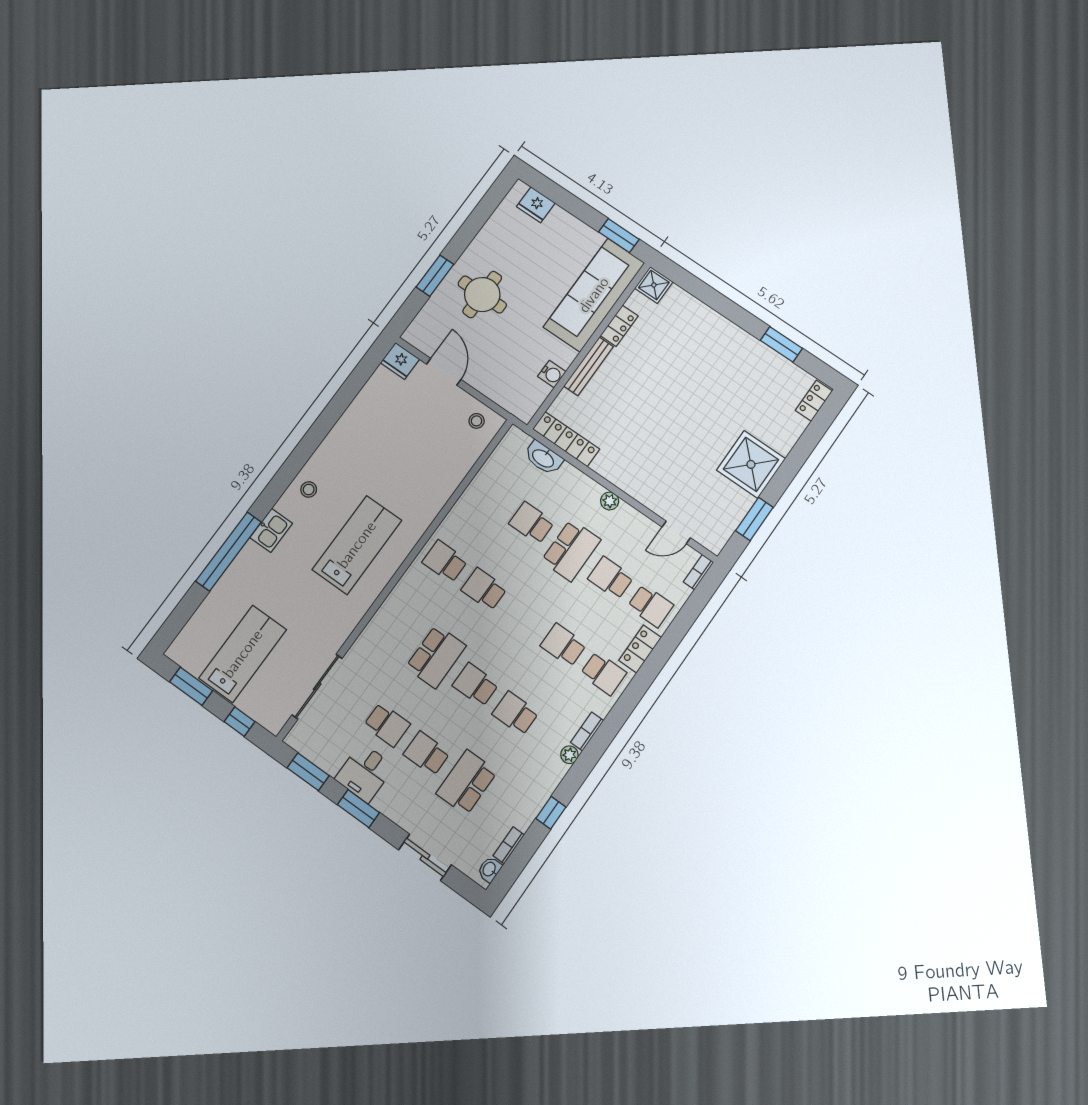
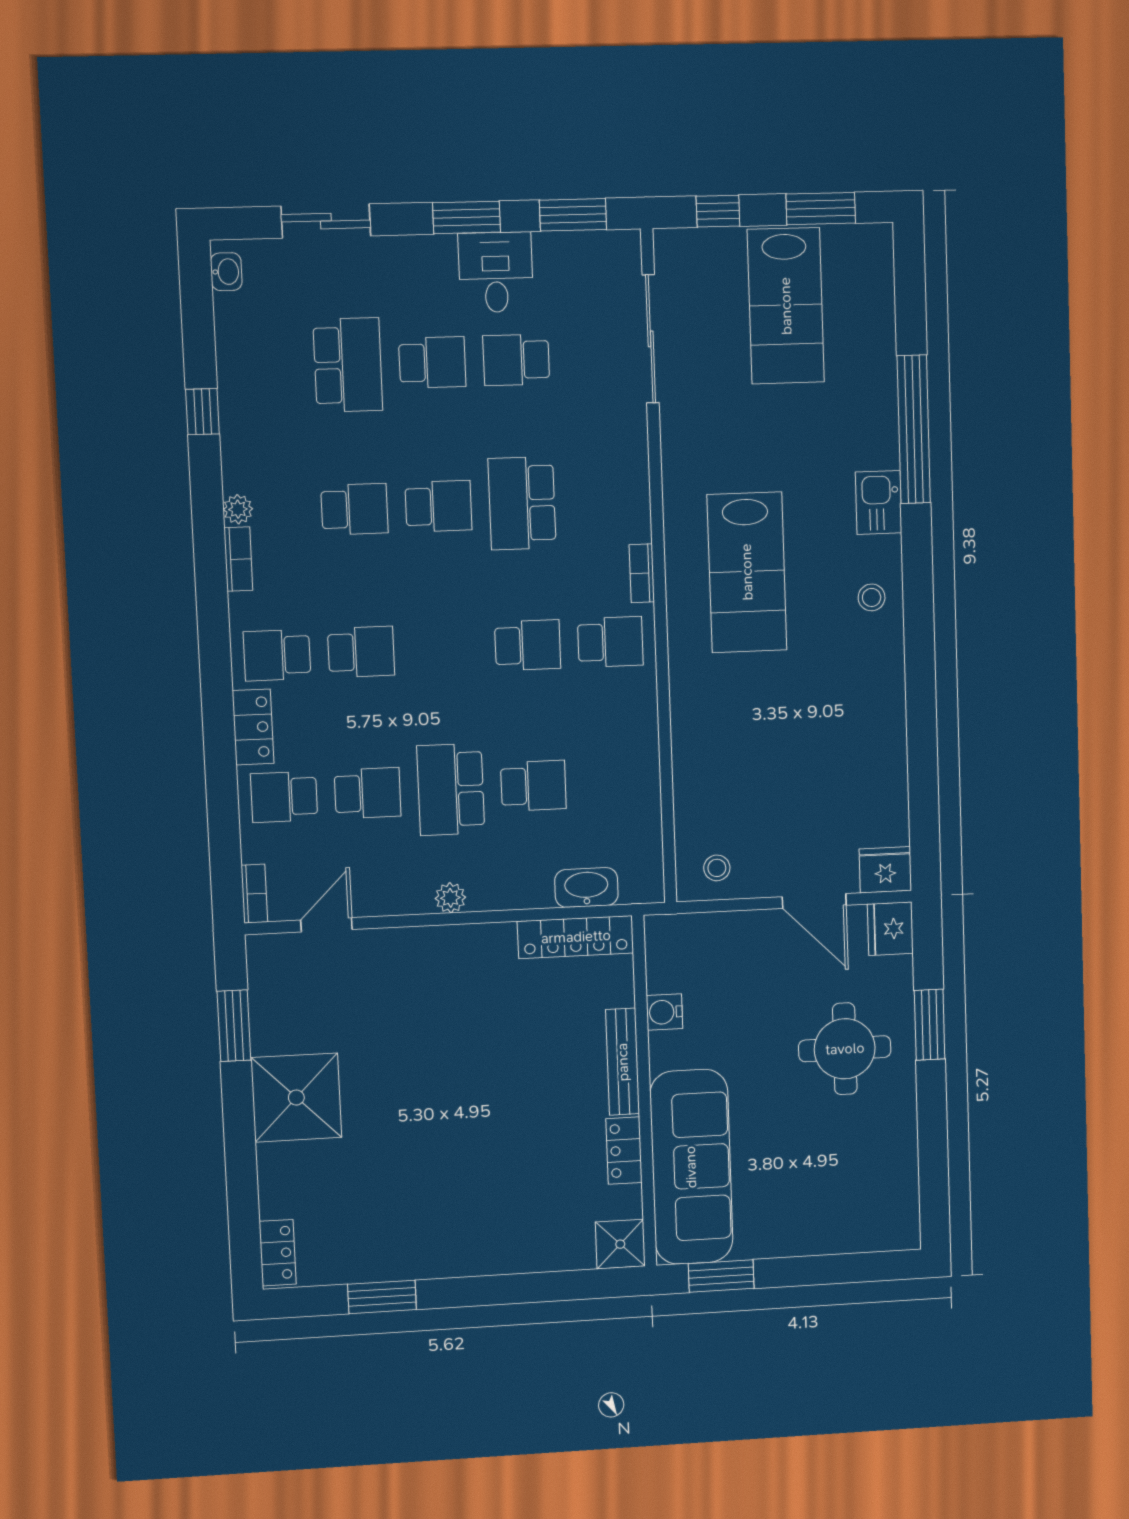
fridge: (536, 205) -> (890, 929), moved, turned -90
bookcase: (509, 845) -> (642, 573), moved, turned 180

